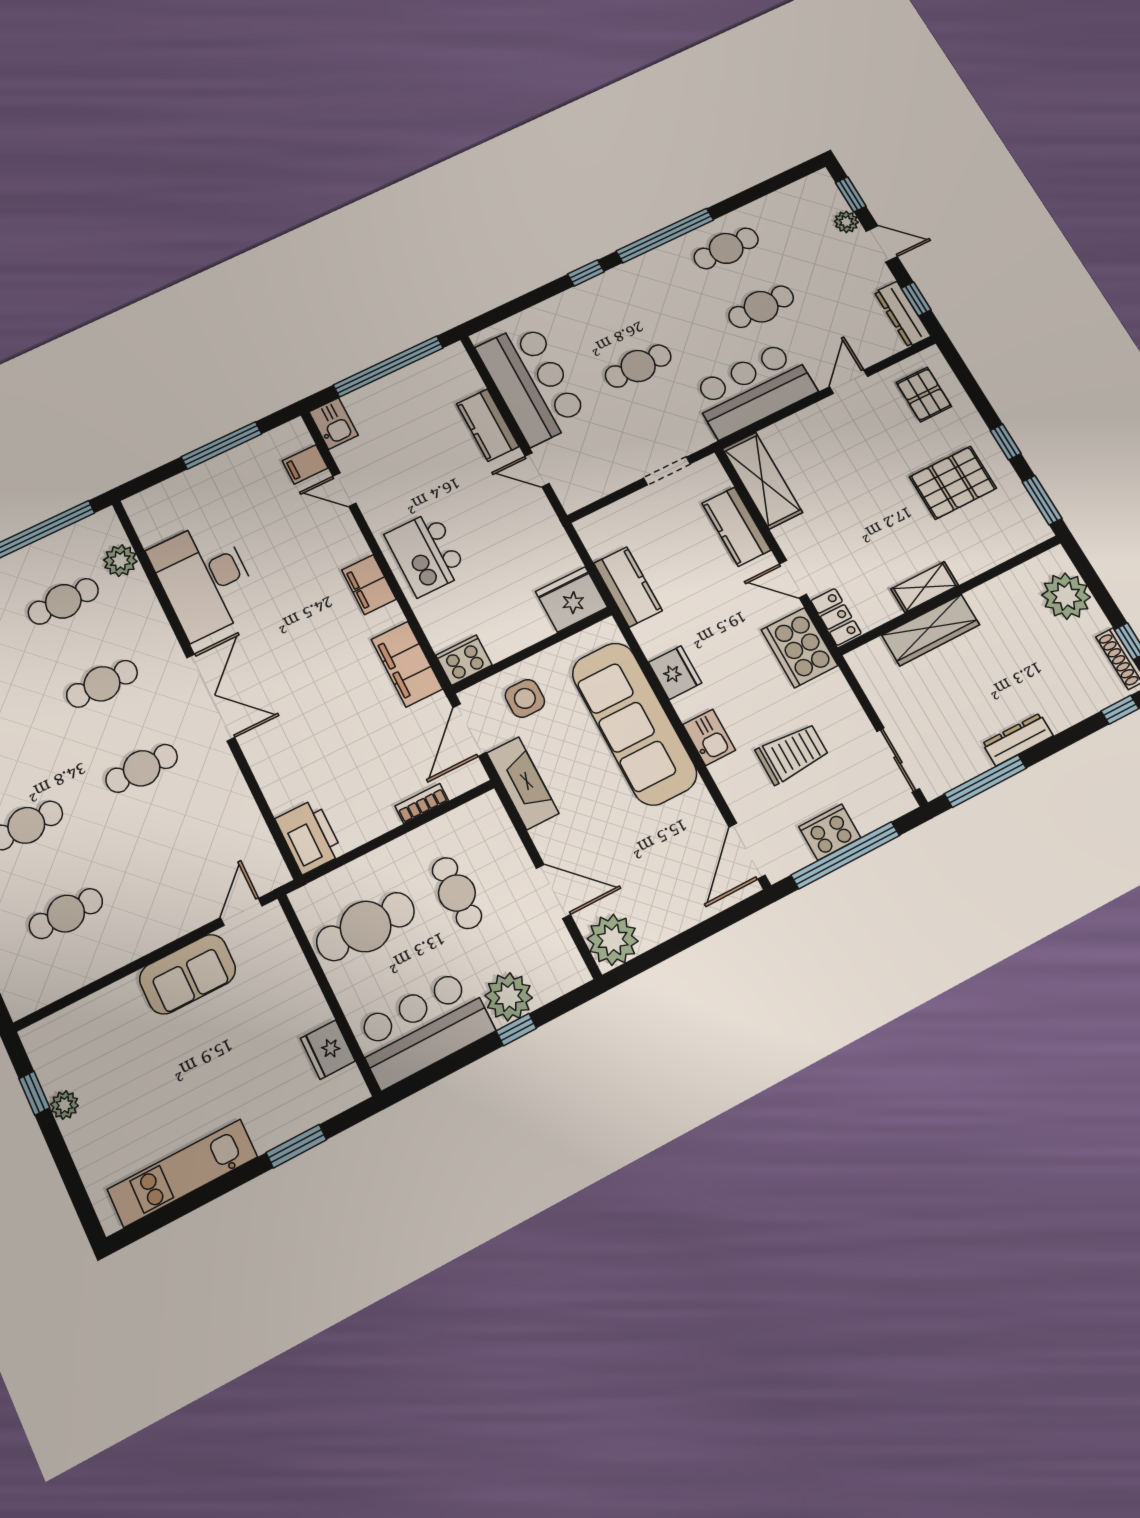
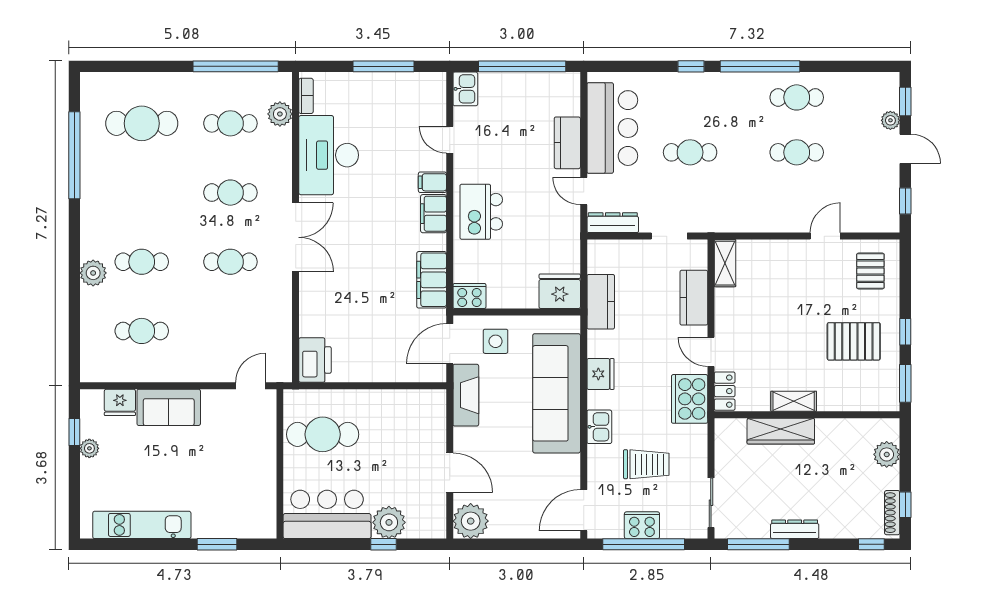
dresser: (903, 314) -> (613, 223), moved, turned 90
bar counter: (753, 390) -> (758, 209), removed
filing cabinet: (305, 464) -> (432, 182), moved
shelving: (762, 480) -> (725, 263), width x0.67, depth x0.75
plant: (1066, 596) -> (887, 454), width x0.73, depth x0.73
bookcase: (422, 803) -> (306, 96), moved, turned 90
cafe table: (457, 893) -> (389, 443), removed
sofa: (188, 974) -> (169, 407), moved
fridge: (328, 1050) -> (120, 402), moved, turned -90

